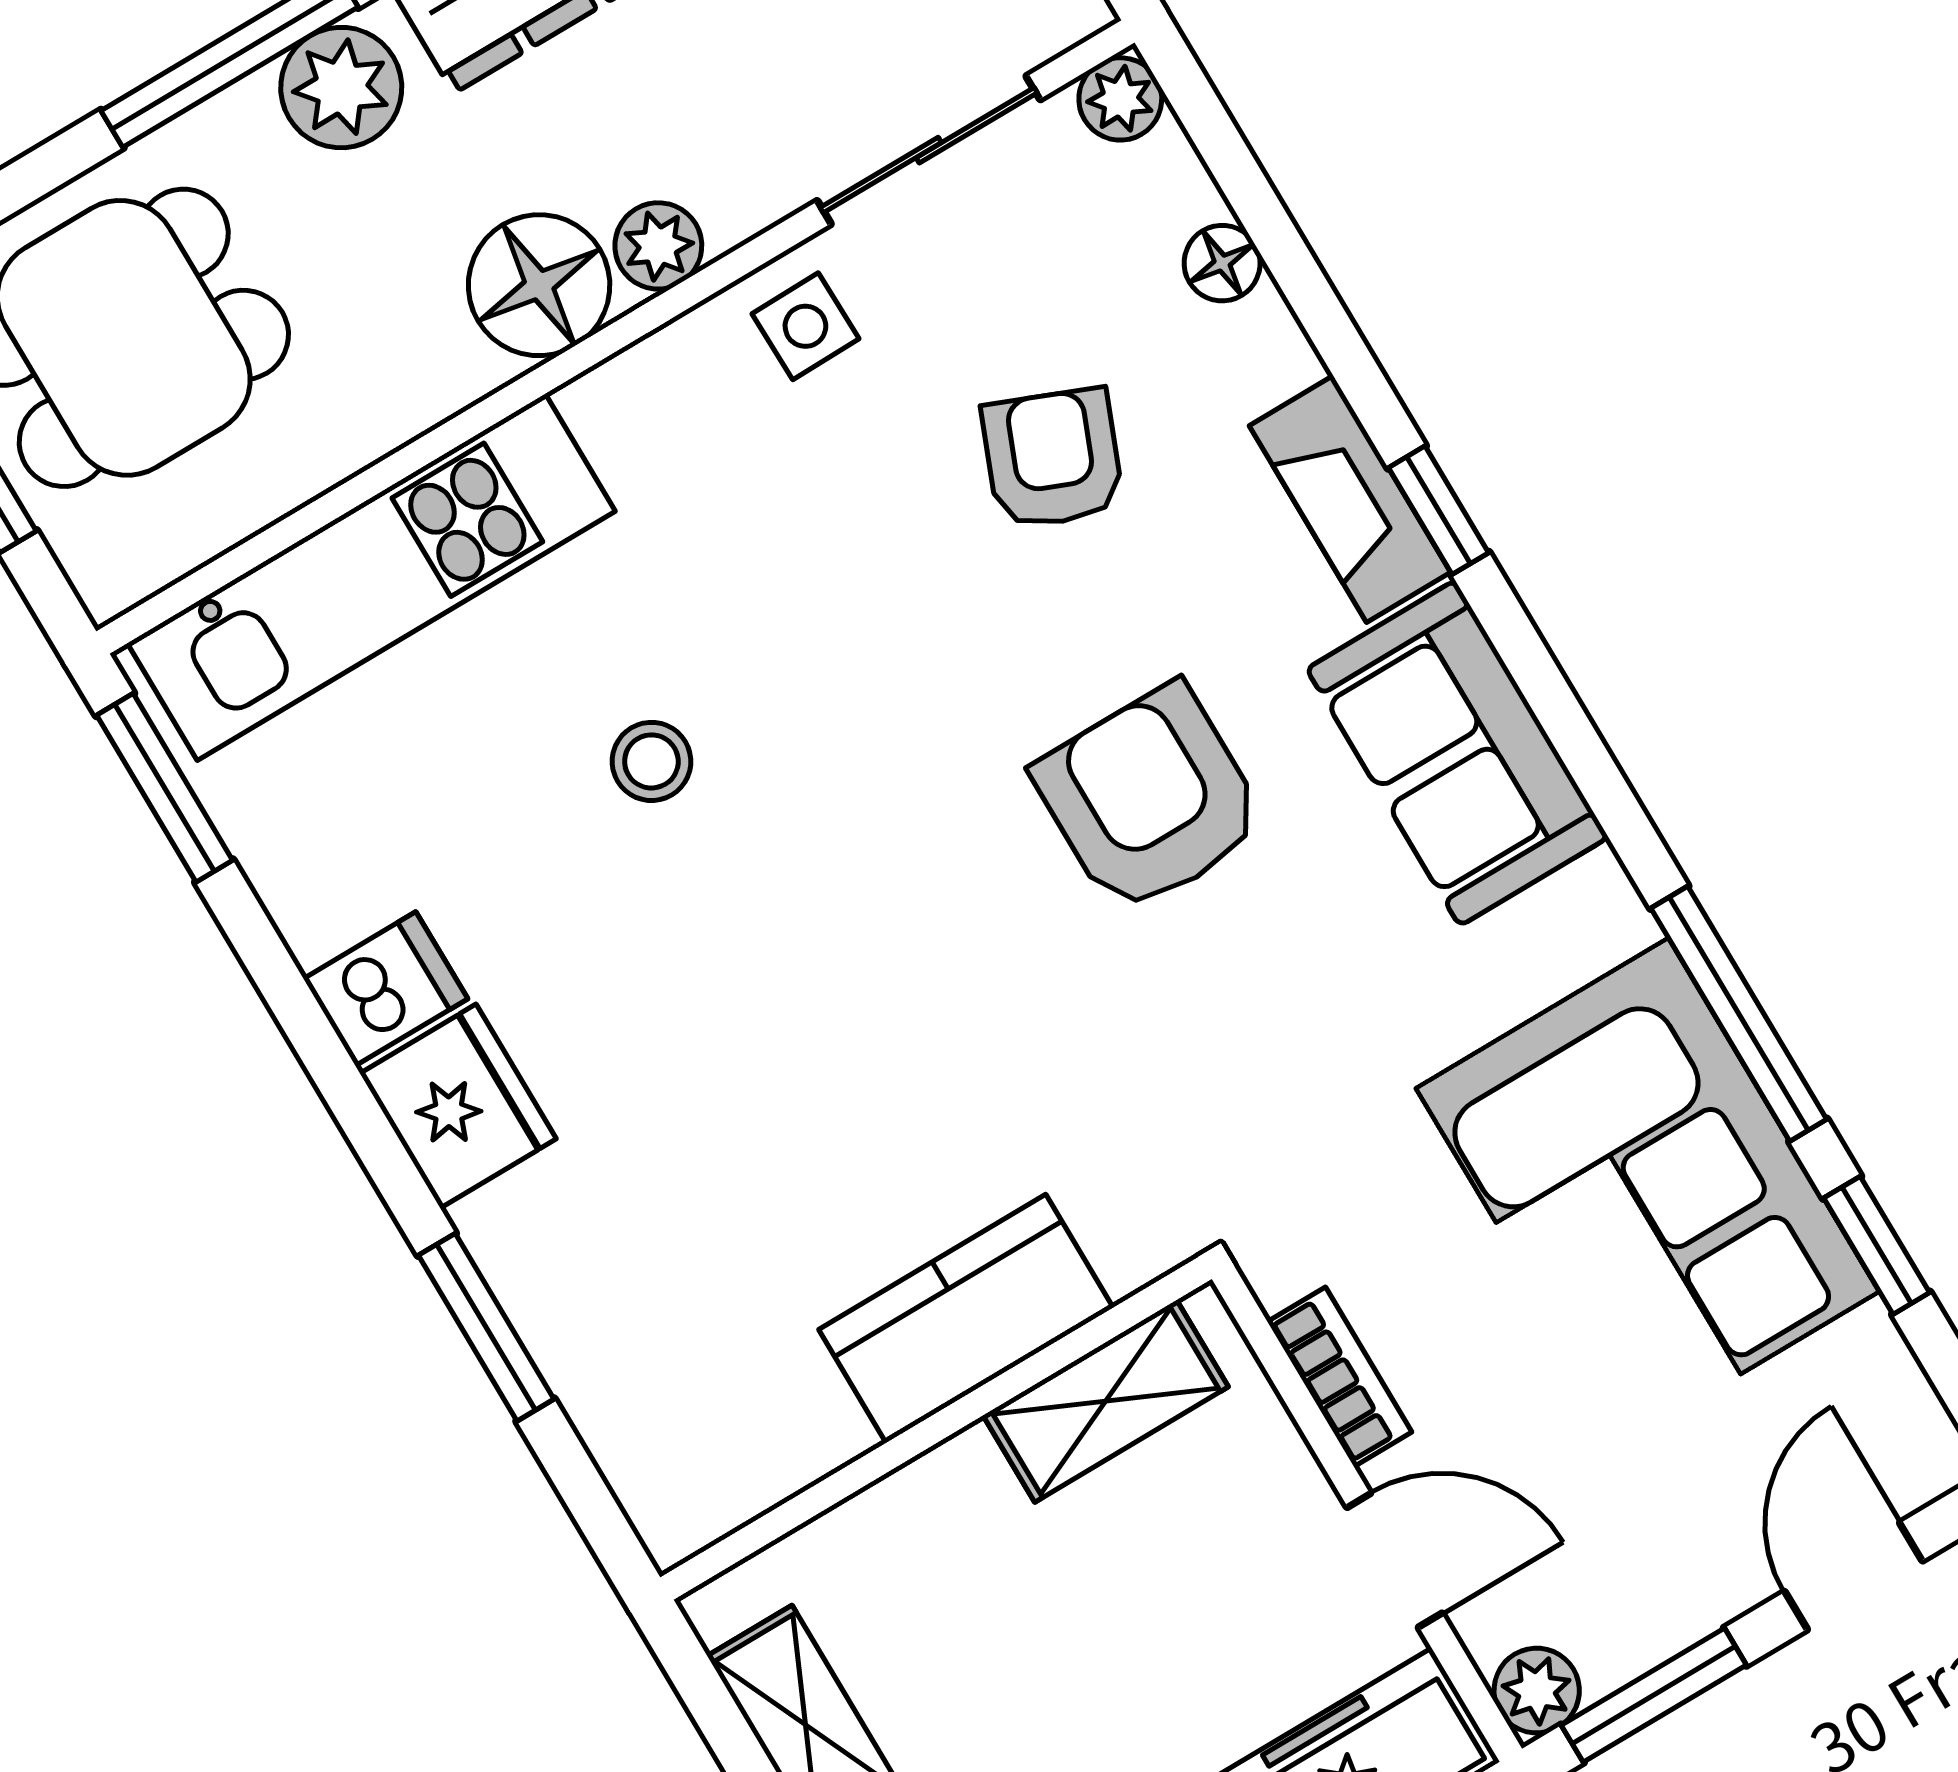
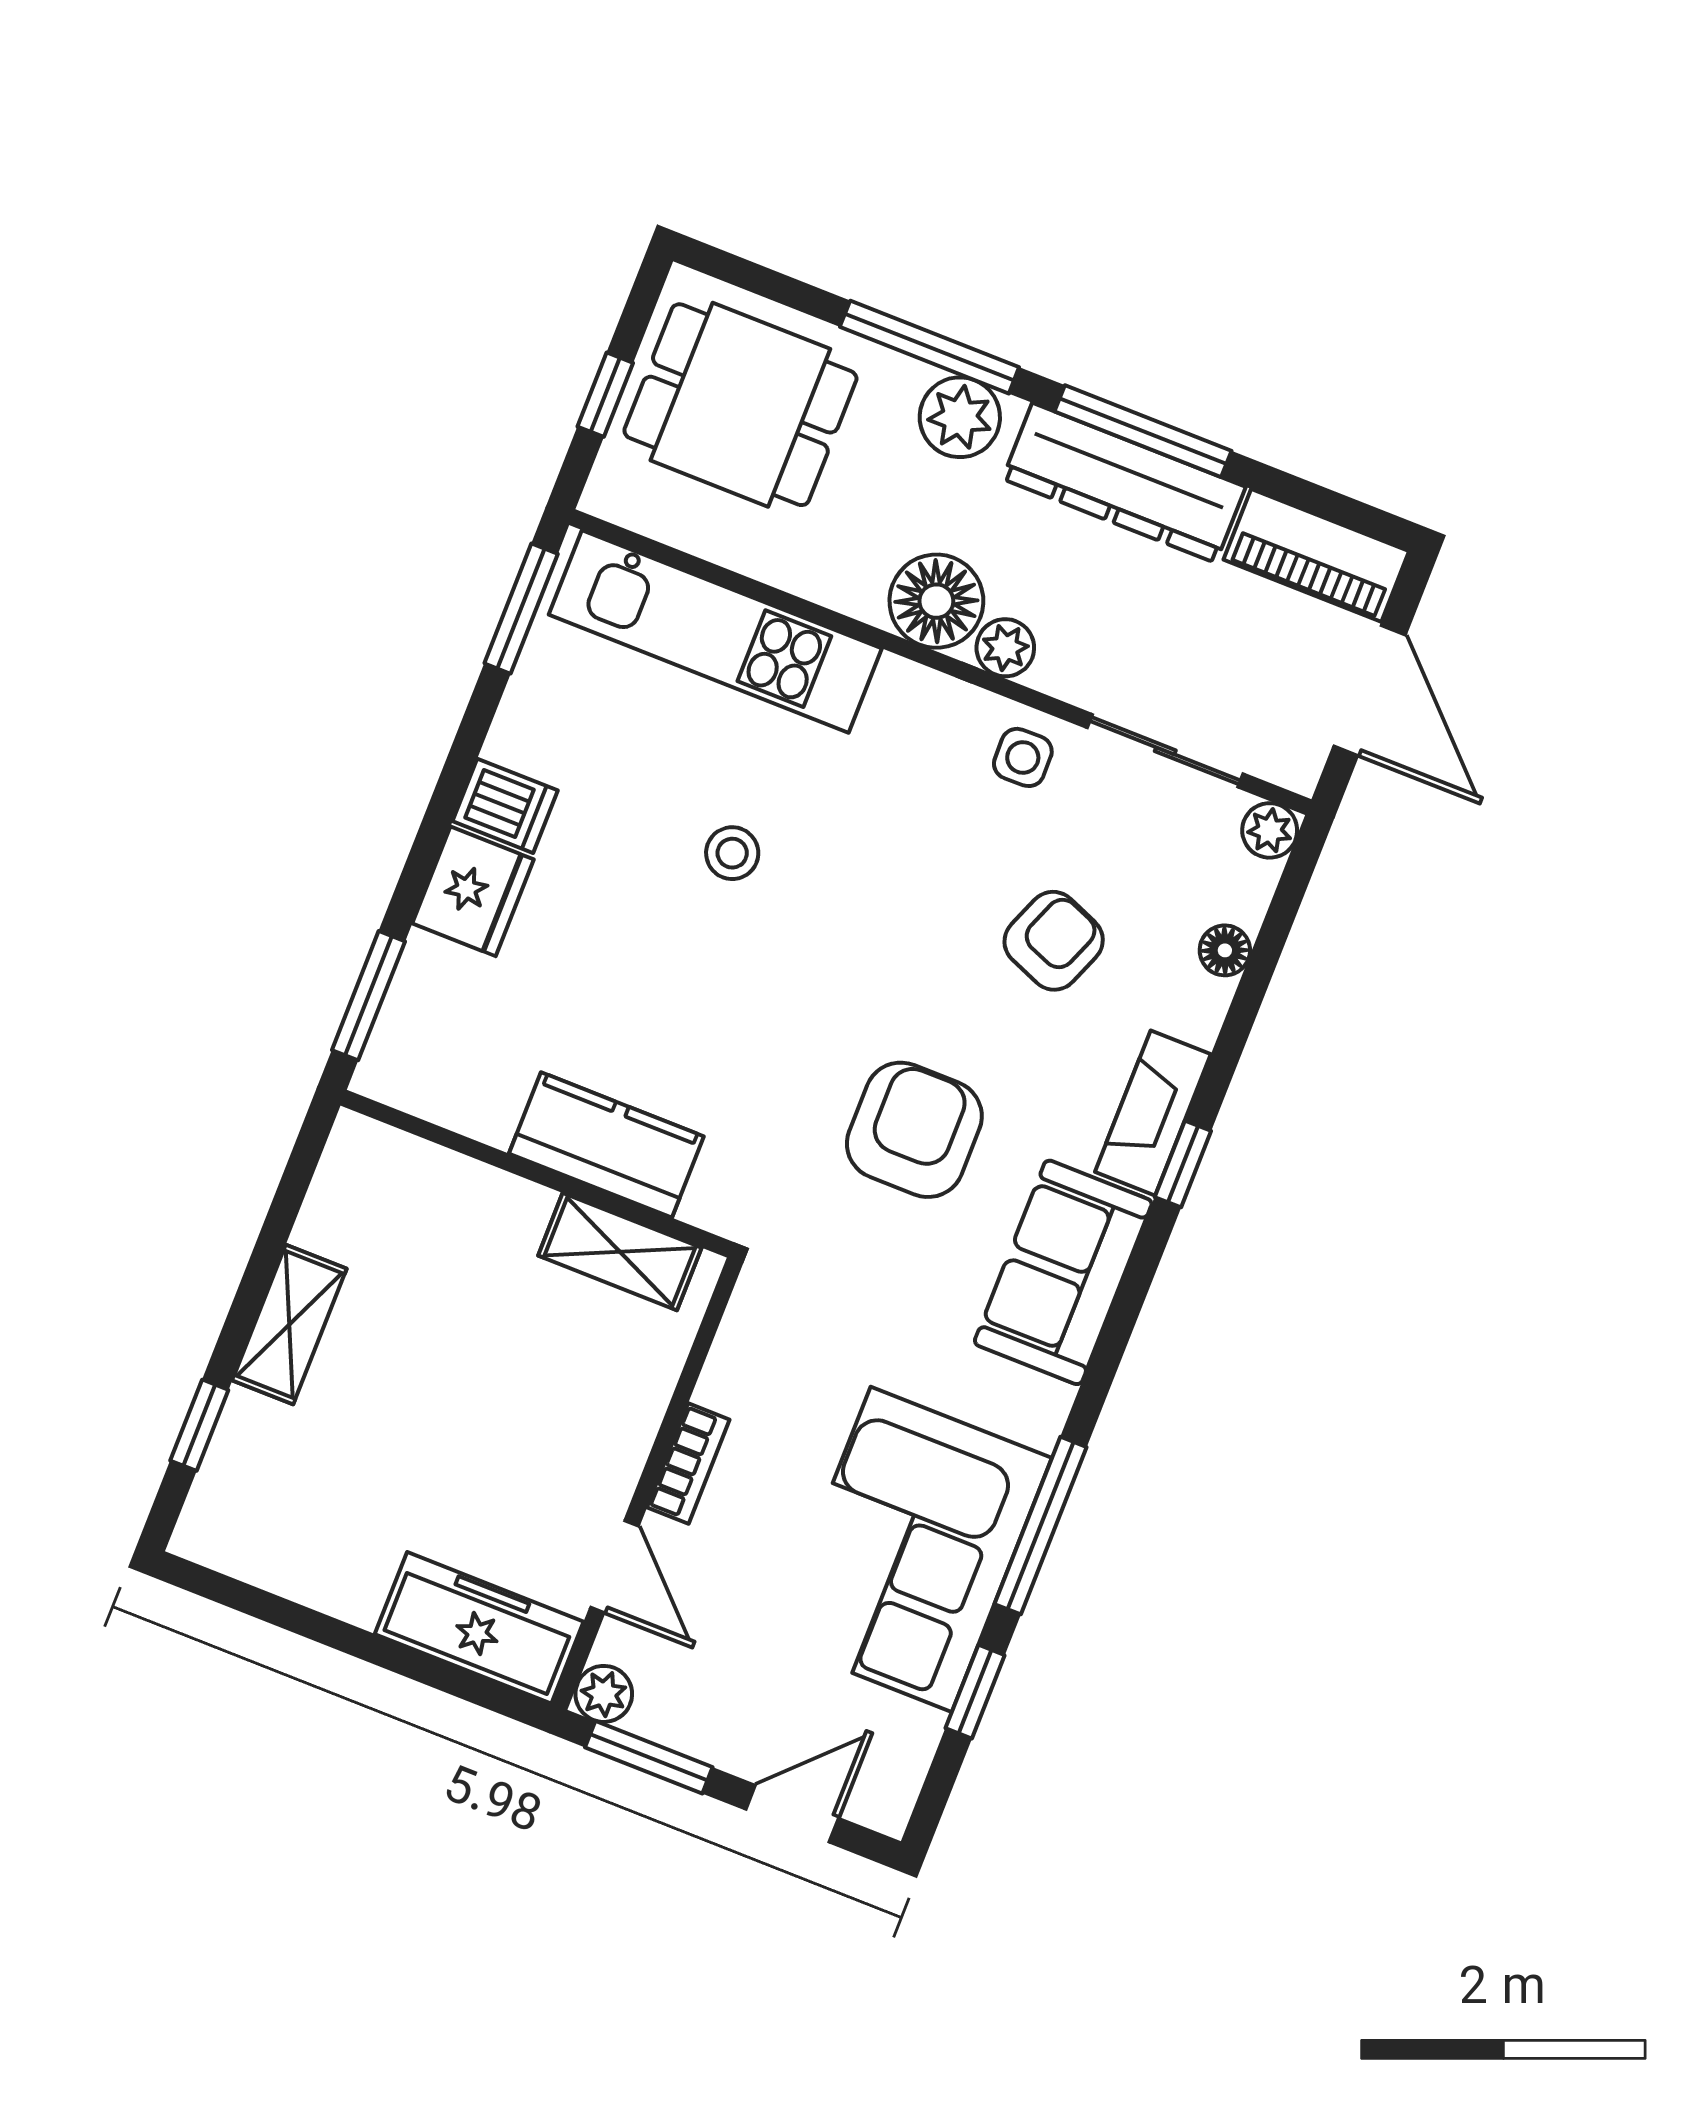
kitchen counter: (966, 1319) -> (606, 1145), moved
shelving: (1106, 1401) -> (620, 1252), moved
wall: (936, 1428) -> (537, 1174), moved

